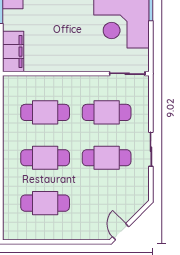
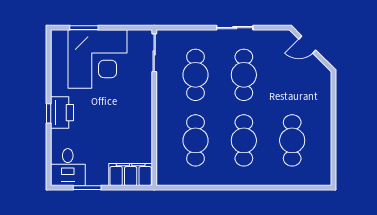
door: (121, 232) -> (307, 45), moved

